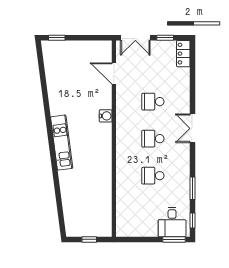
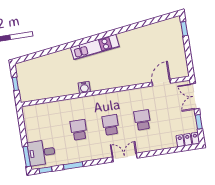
water cooler: (106, 116) -> (84, 87), moved

